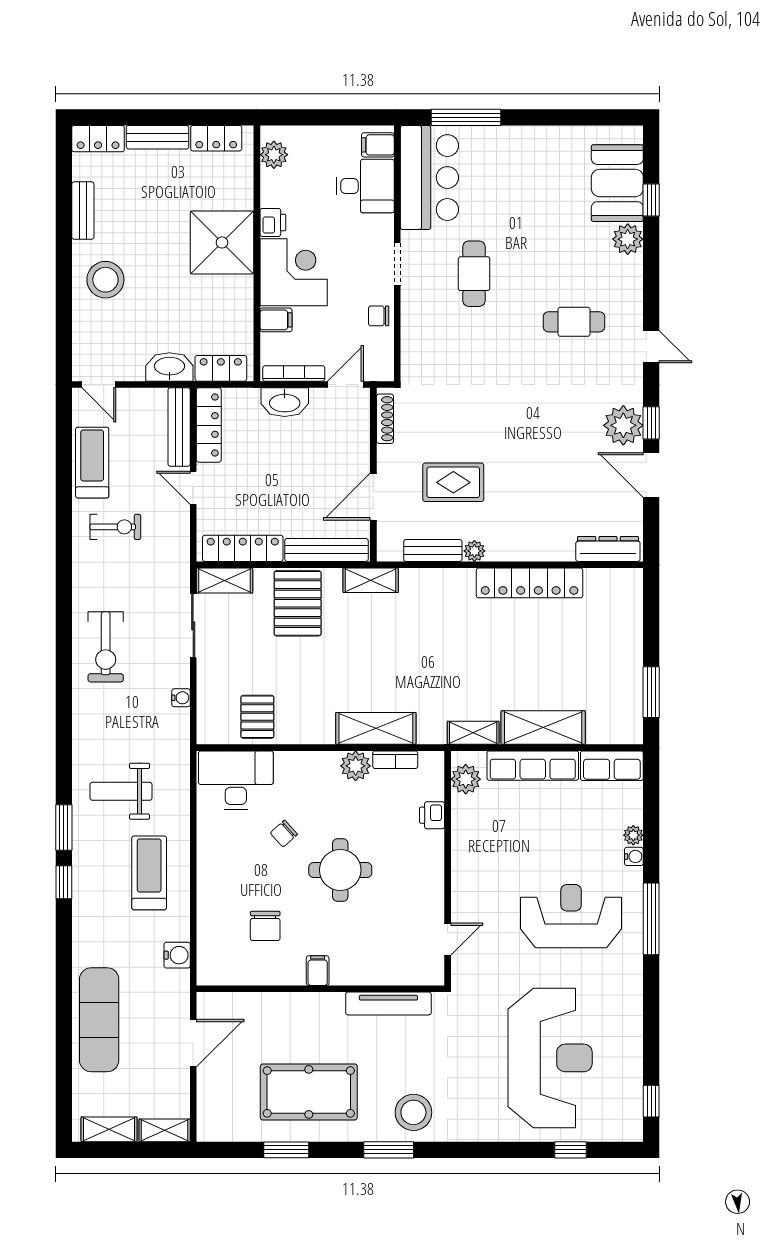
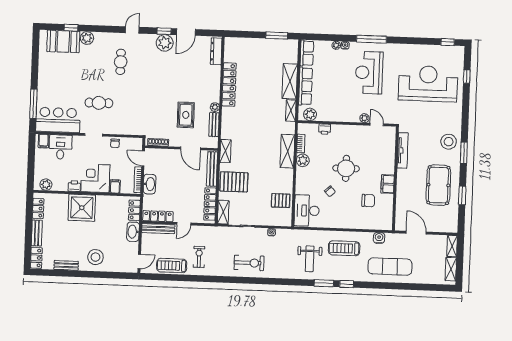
plant: (462, 909) -> (364, 118), added
filing cabinet: (318, 971) -> (388, 184), width x2.00
exercise mat: (99, 1020) -> (390, 266), moved

